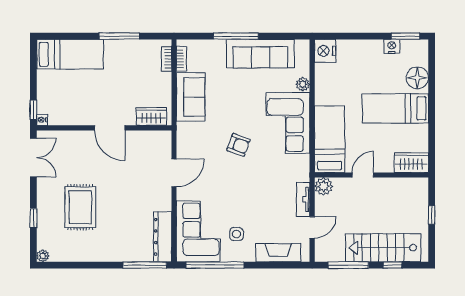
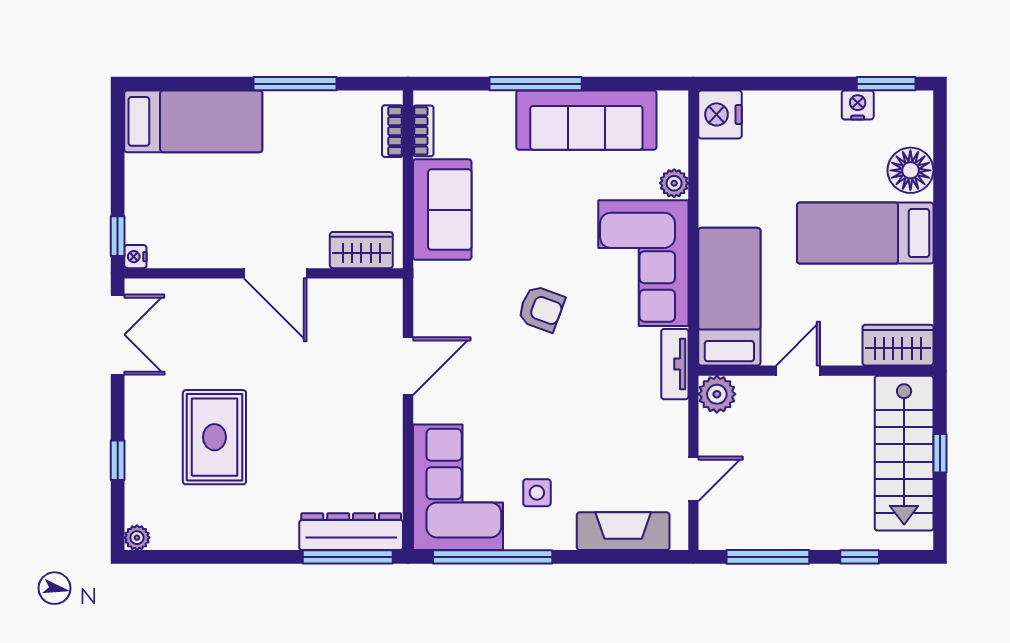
tv unit: (303, 199) -> (675, 364), moved
dresser: (163, 237) -> (351, 532), moved, turned 90
stairs: (383, 248) -> (904, 453), moved, turned -90

